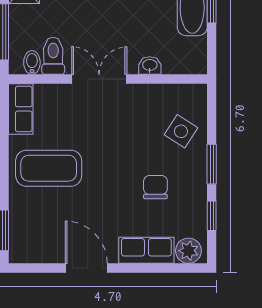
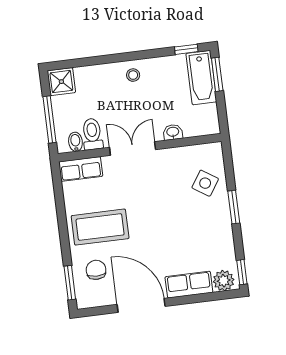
row of seats: (21, 109) -> (81, 169), moved, turned 90
chair: (155, 187) -> (96, 270), moved
window: (212, 216) -> (242, 272), moved
door: (86, 268) -> (141, 305), width x1.36

